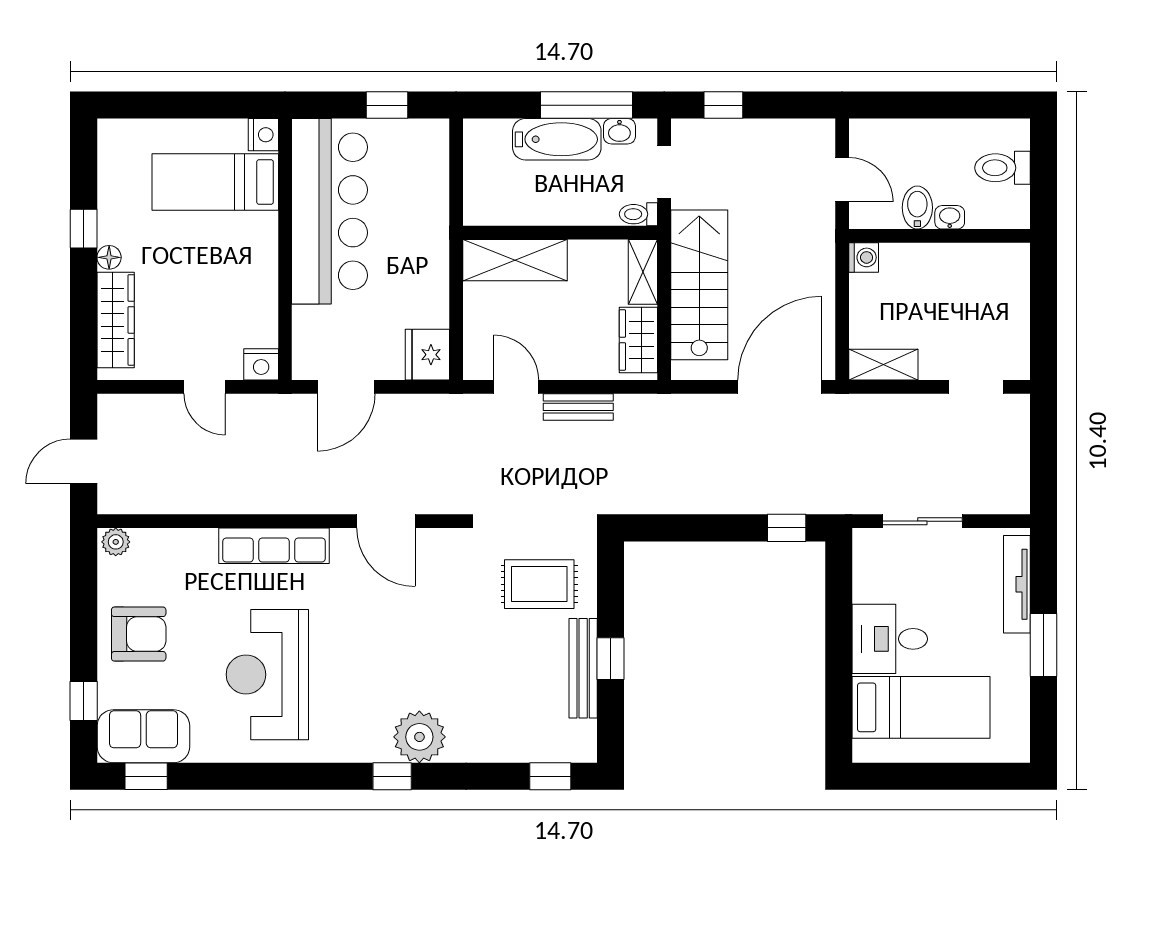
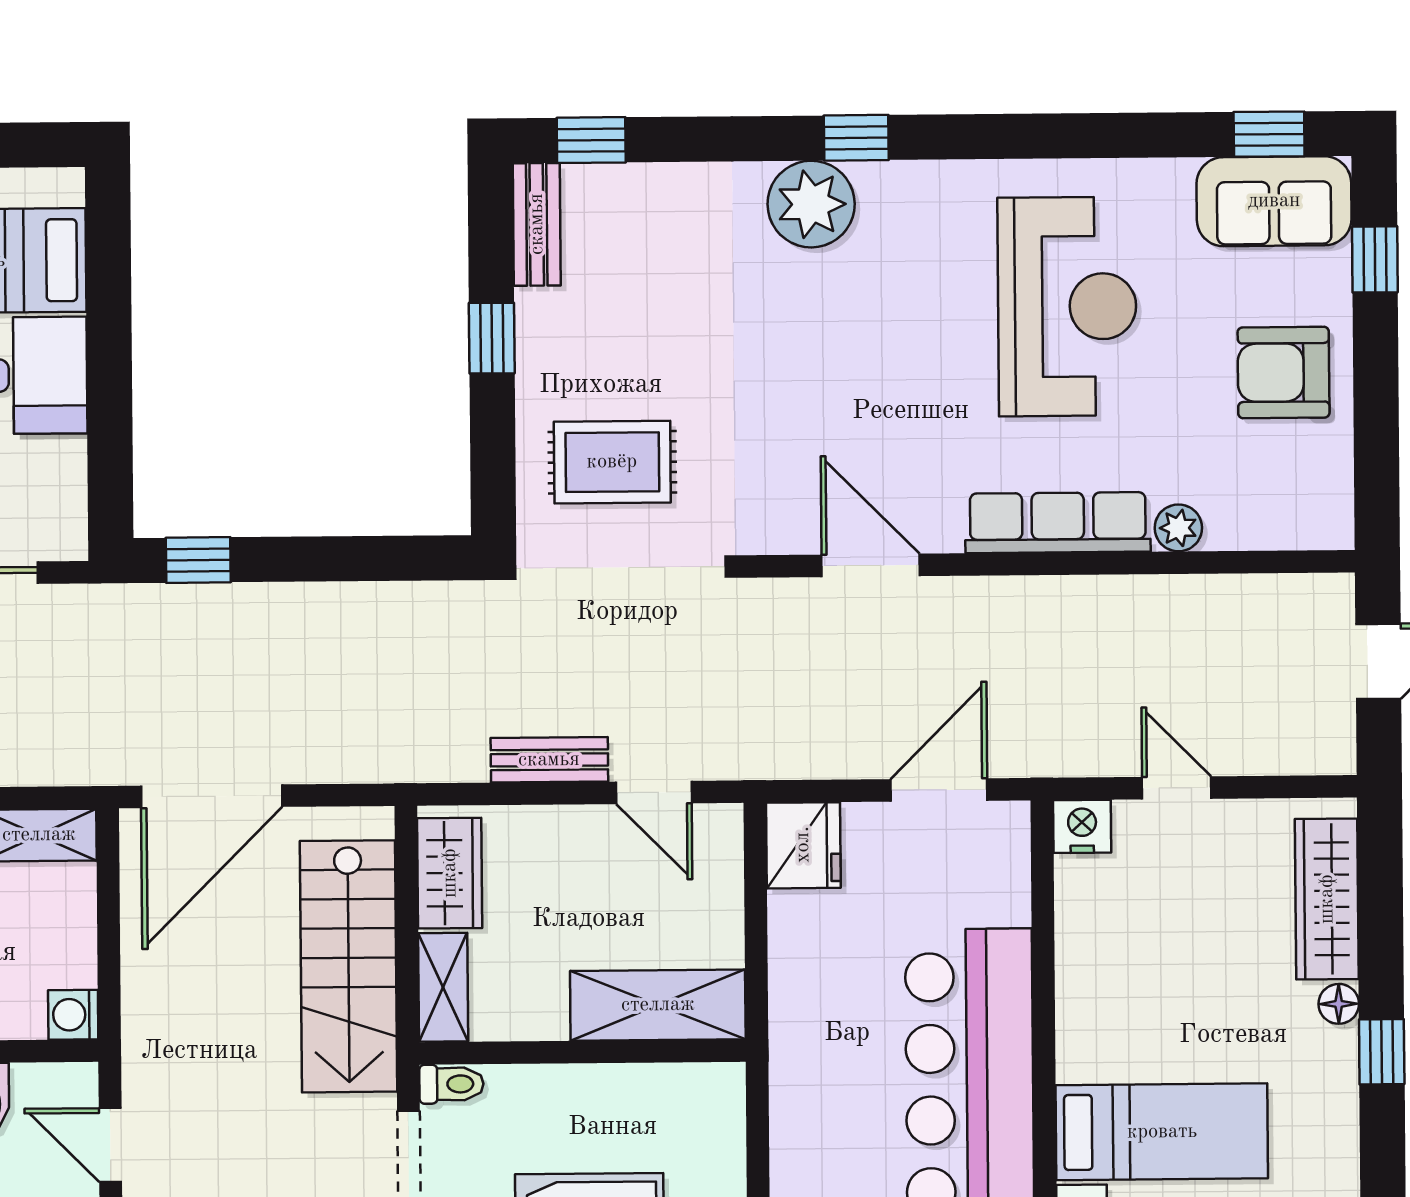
plant: (116, 542) -> (1178, 528), moved
bench: (583, 668) -> (537, 224), moved, width x0.73

